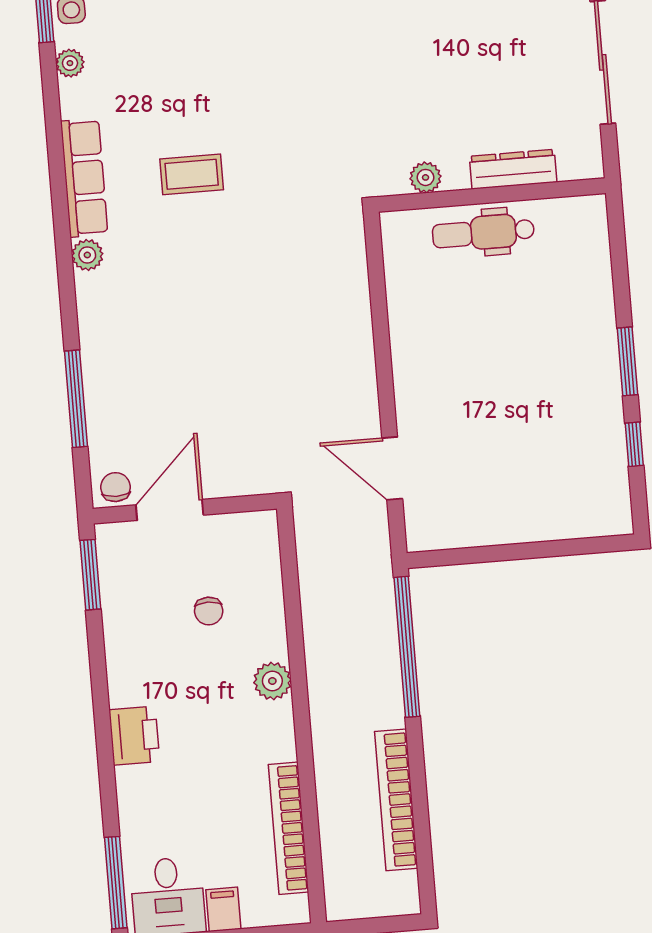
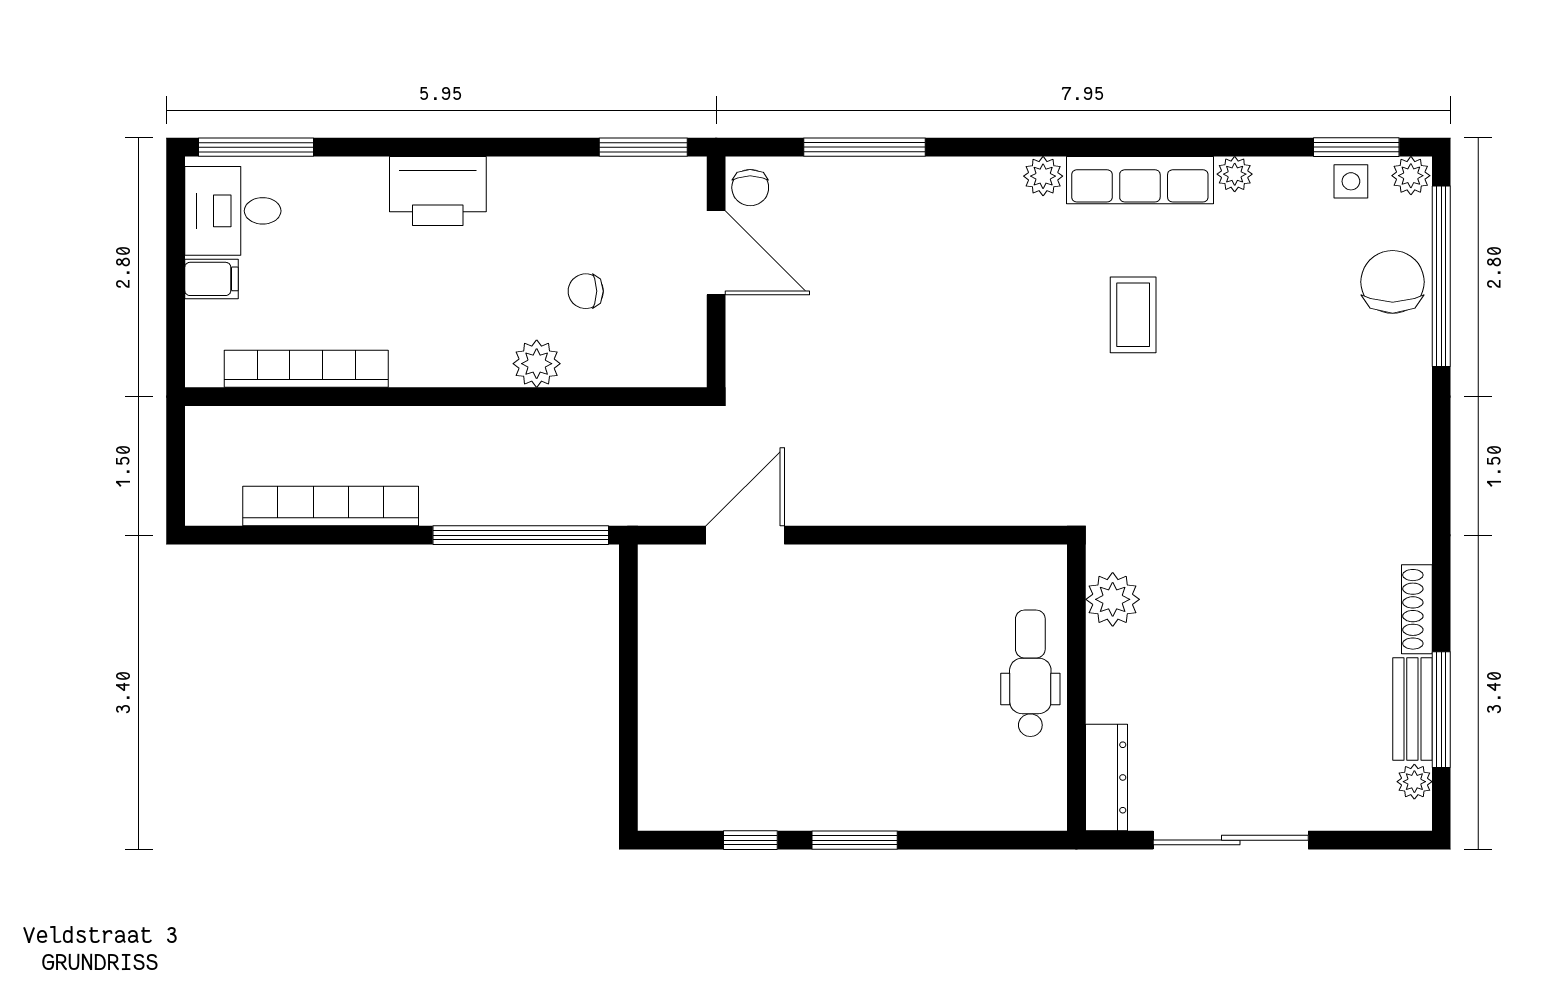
plant: (70, 63) -> (1235, 174), moved
dresser: (513, 169) -> (1106, 777), moved
plant: (426, 177) -> (1113, 599), width x1.38, depth x1.38
chair: (116, 487) -> (750, 188), turned 90
plant: (272, 681) -> (537, 364), moved
printer: (134, 736) -> (438, 191), width x1.37, depth x1.19

